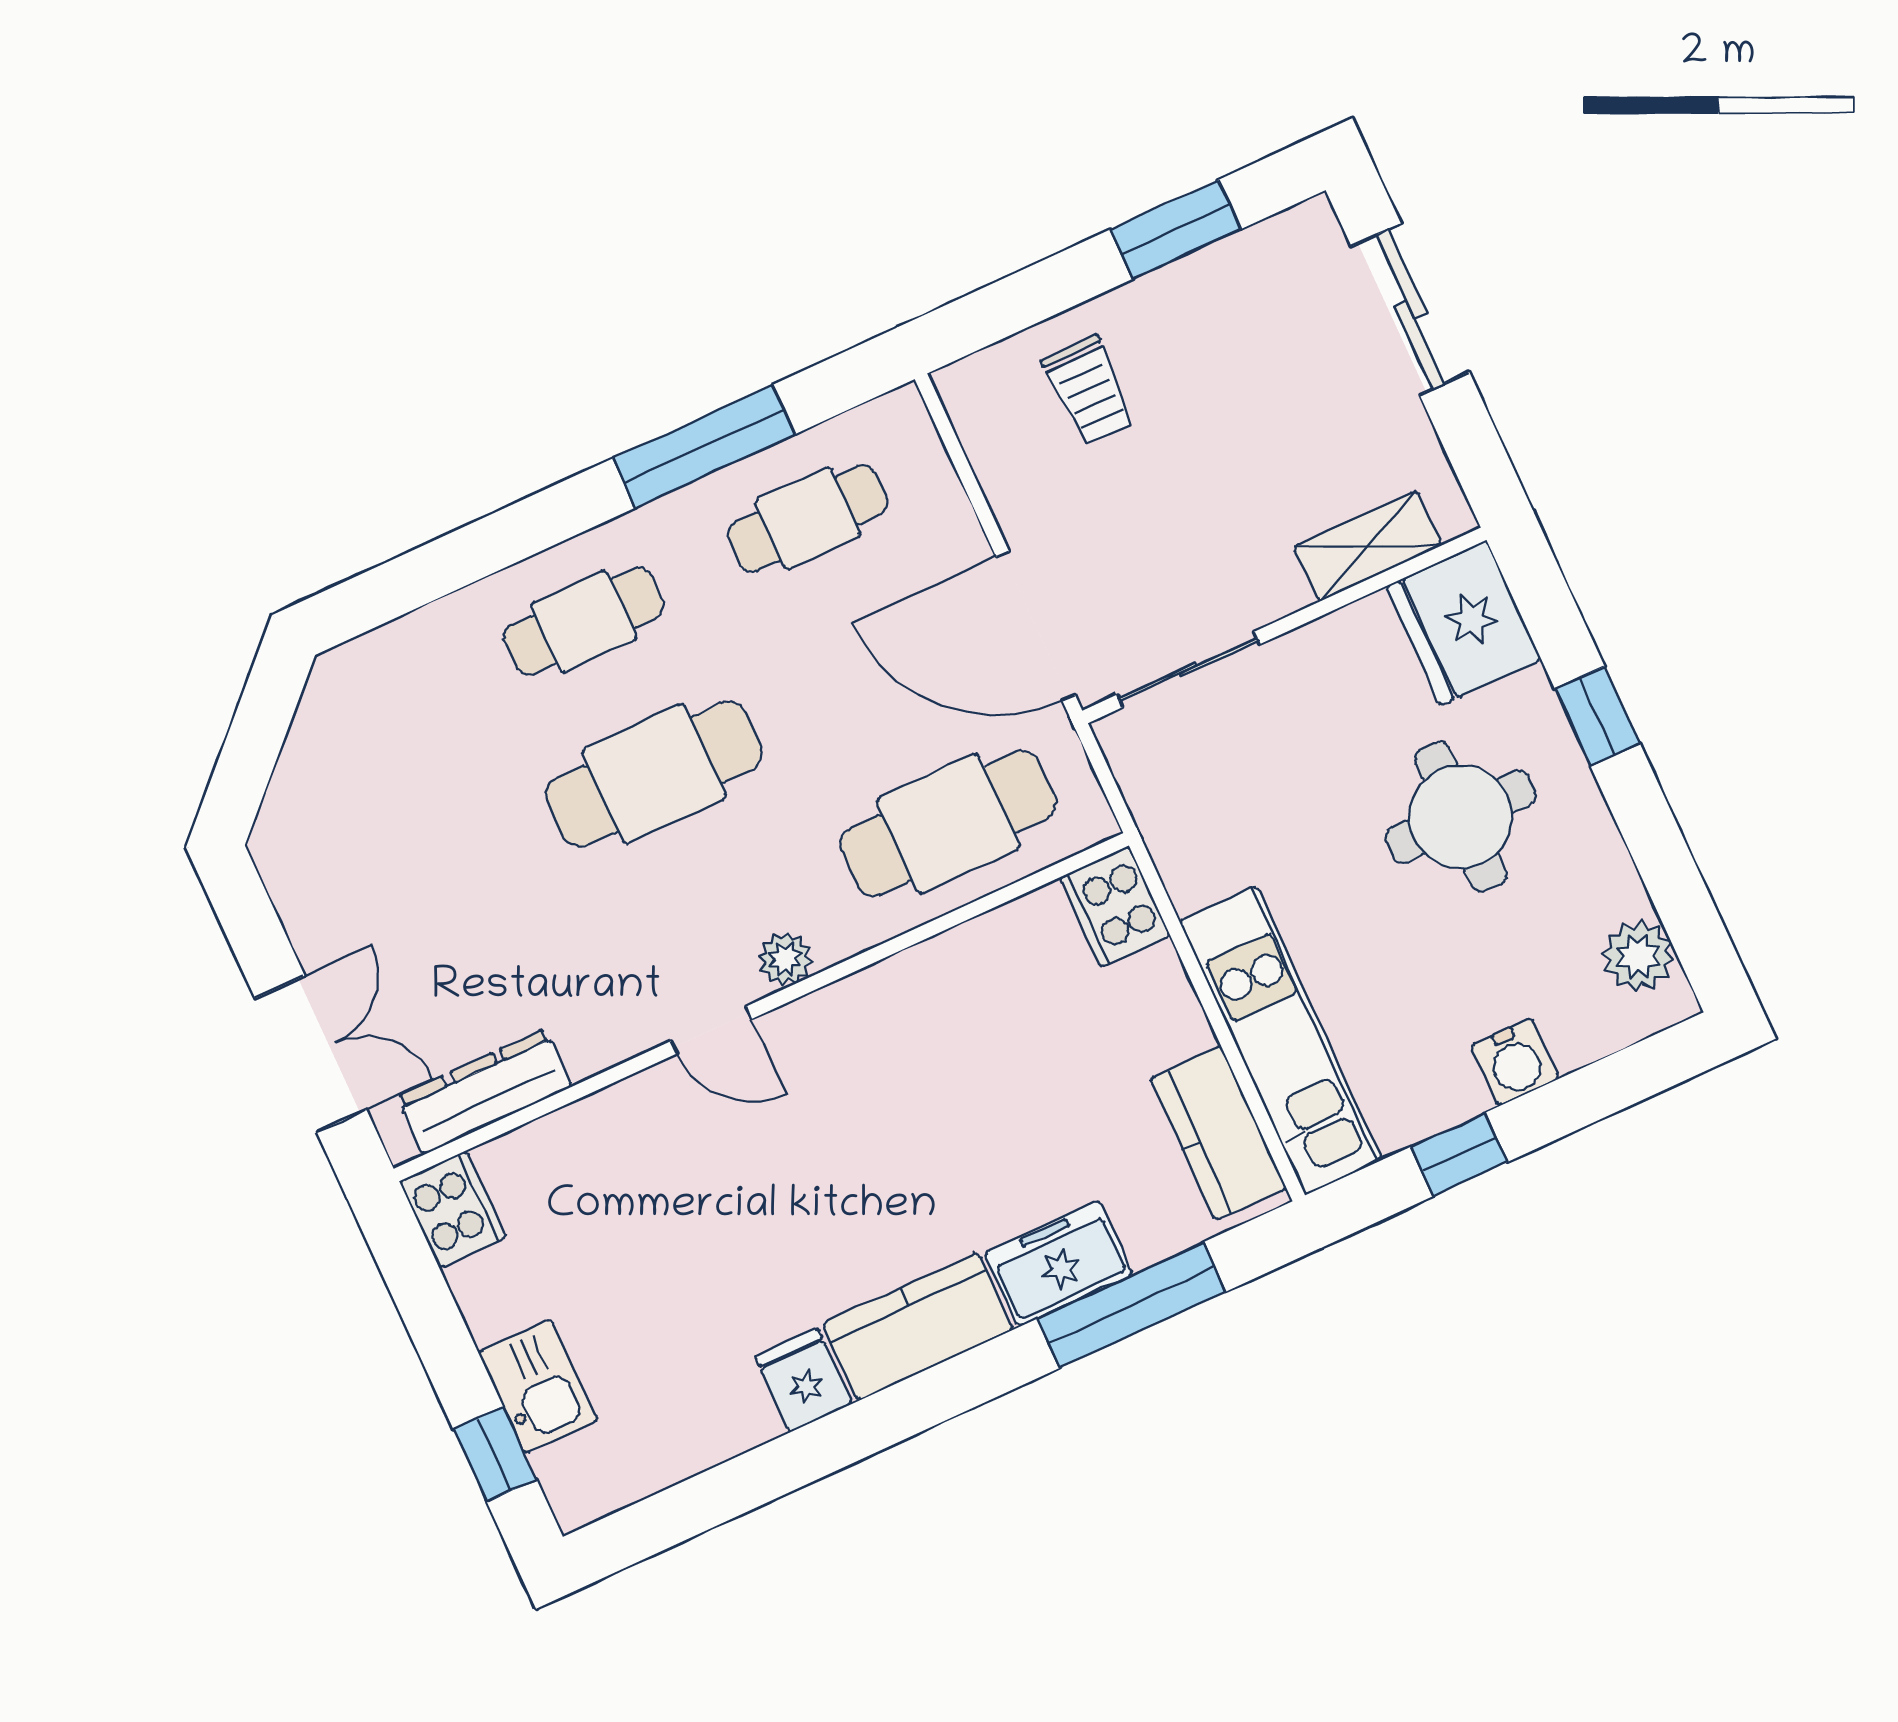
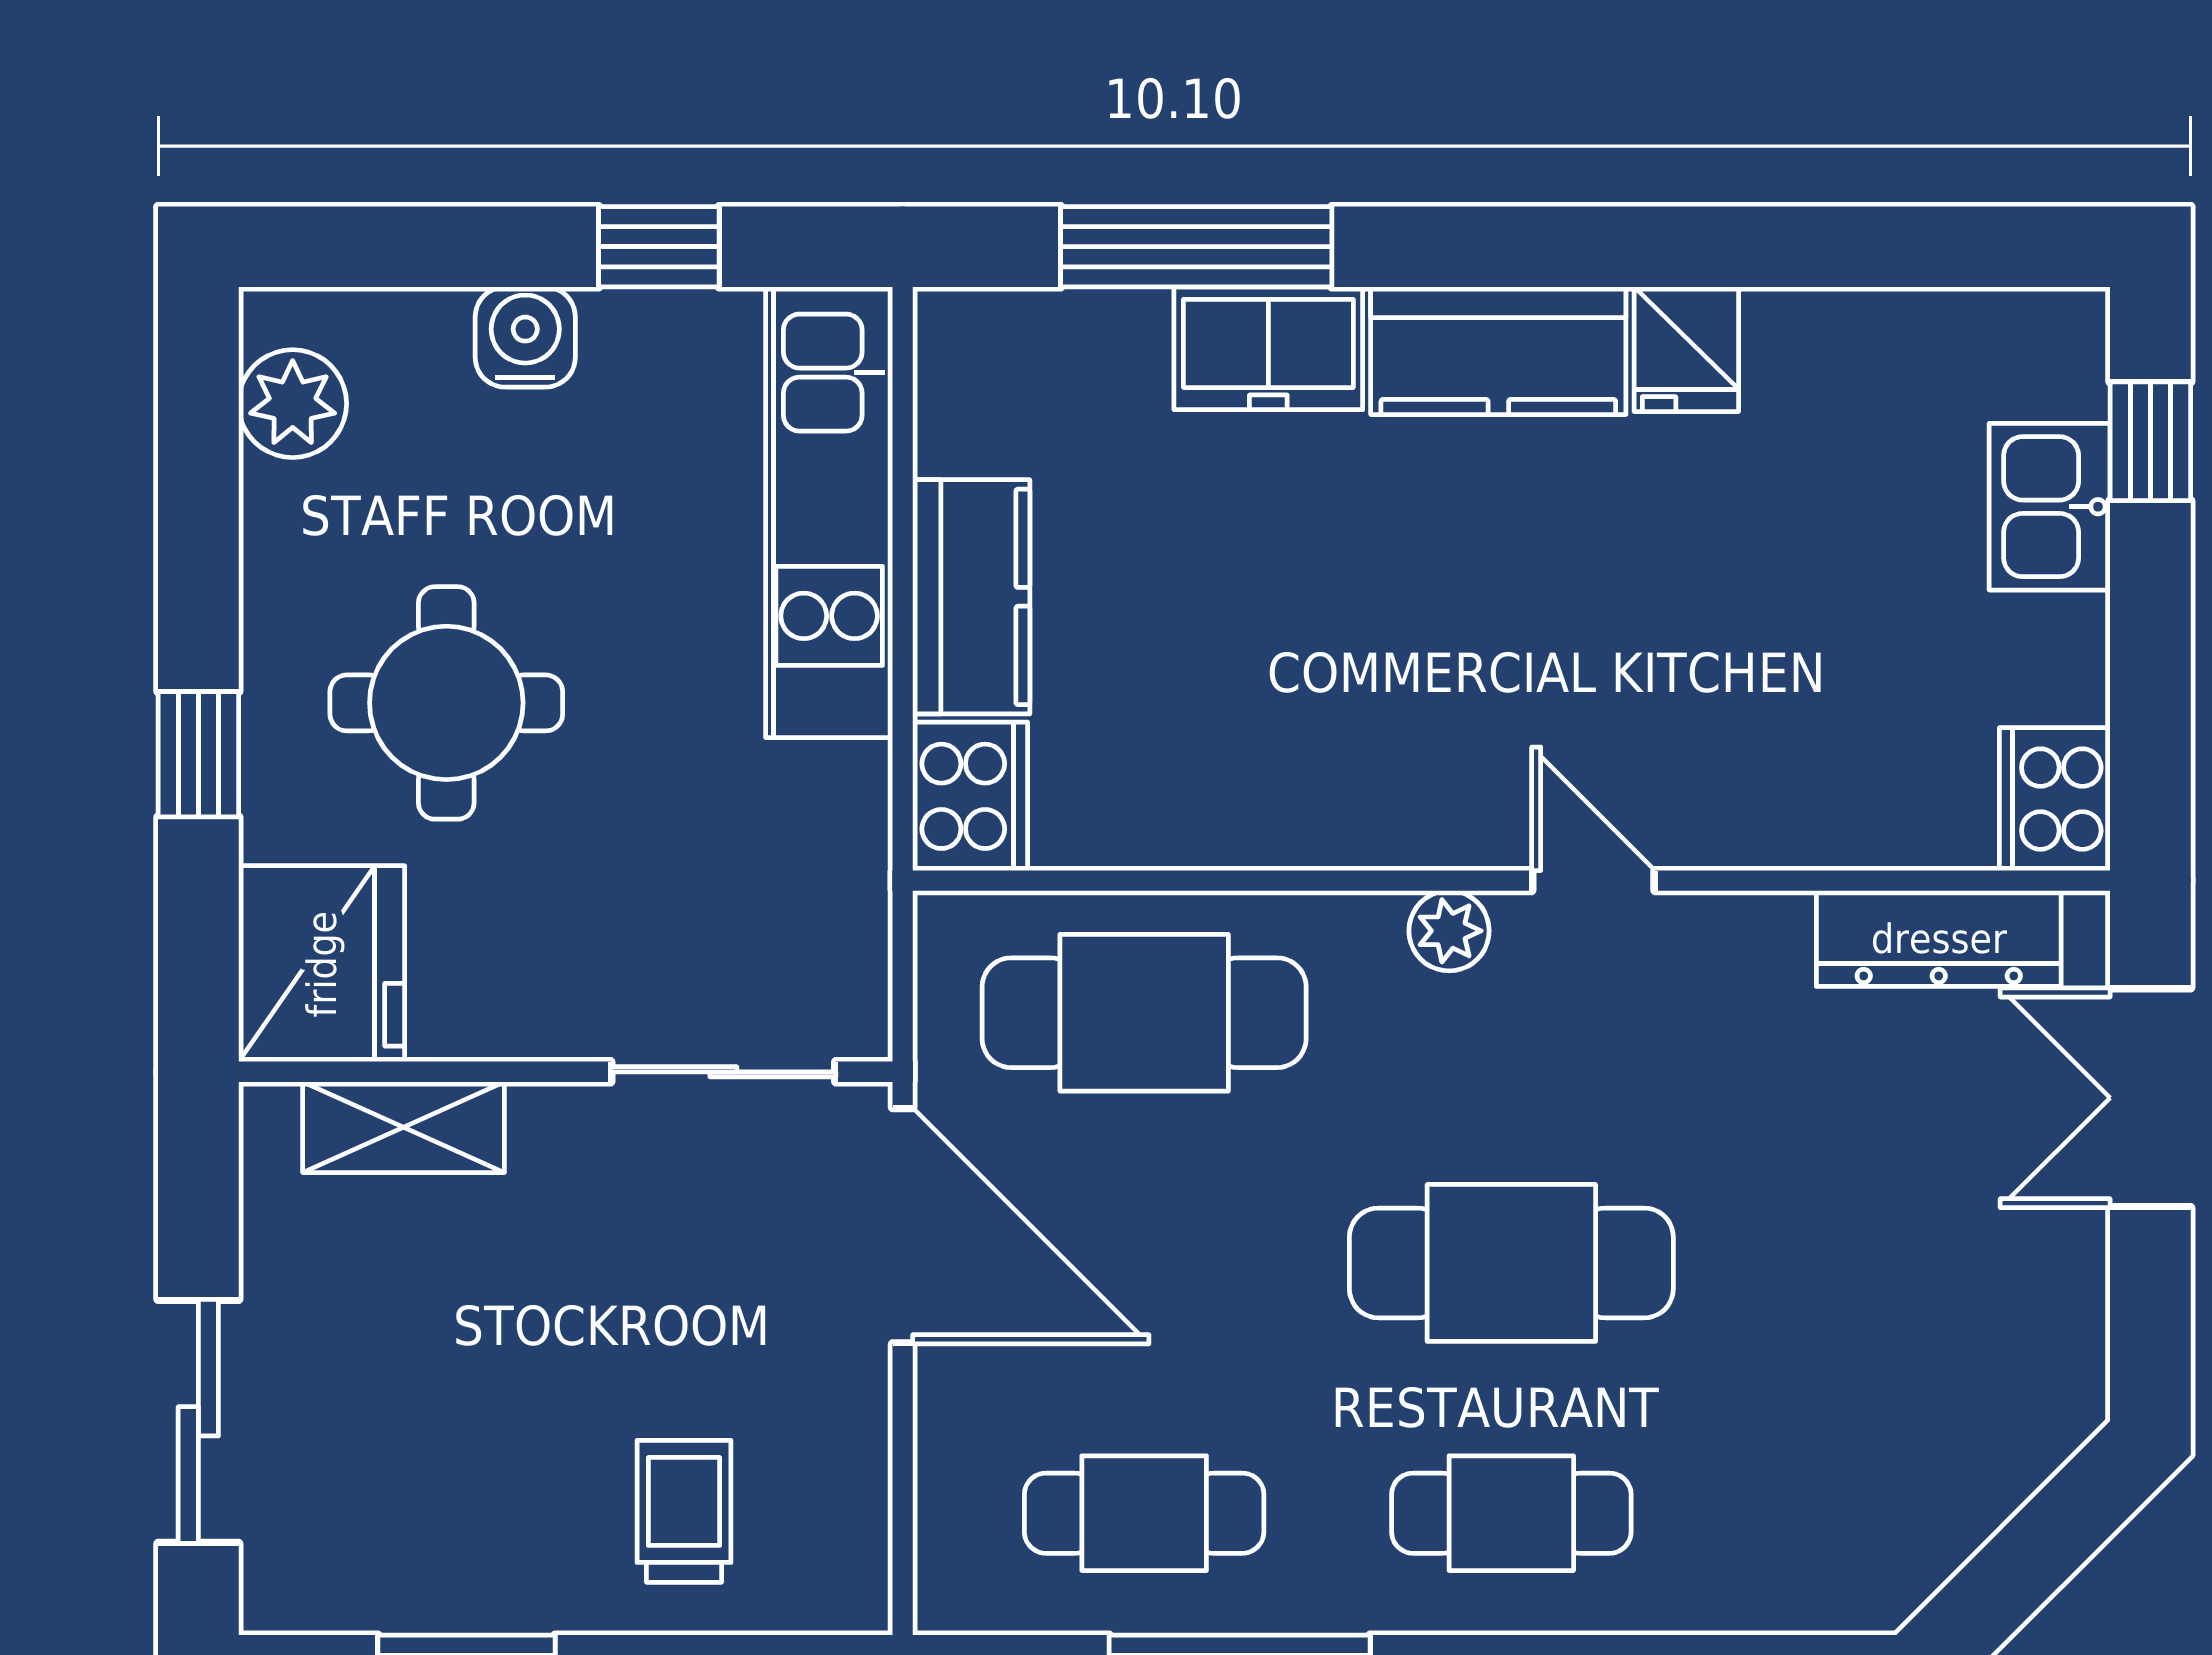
kitchen counter: (1218, 1133) -> (971, 597), moved

